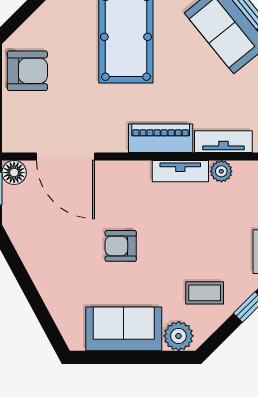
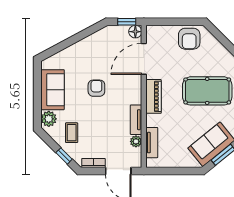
piano: (161, 138) -> (153, 96), moved

